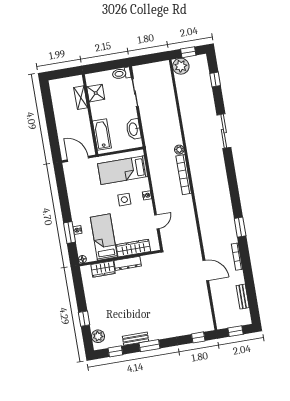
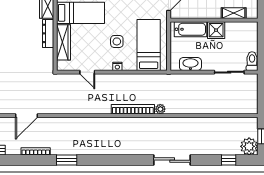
plant: (181, 66) -> (249, 146), moved
shower: (96, 93) -> (216, 30), moved

